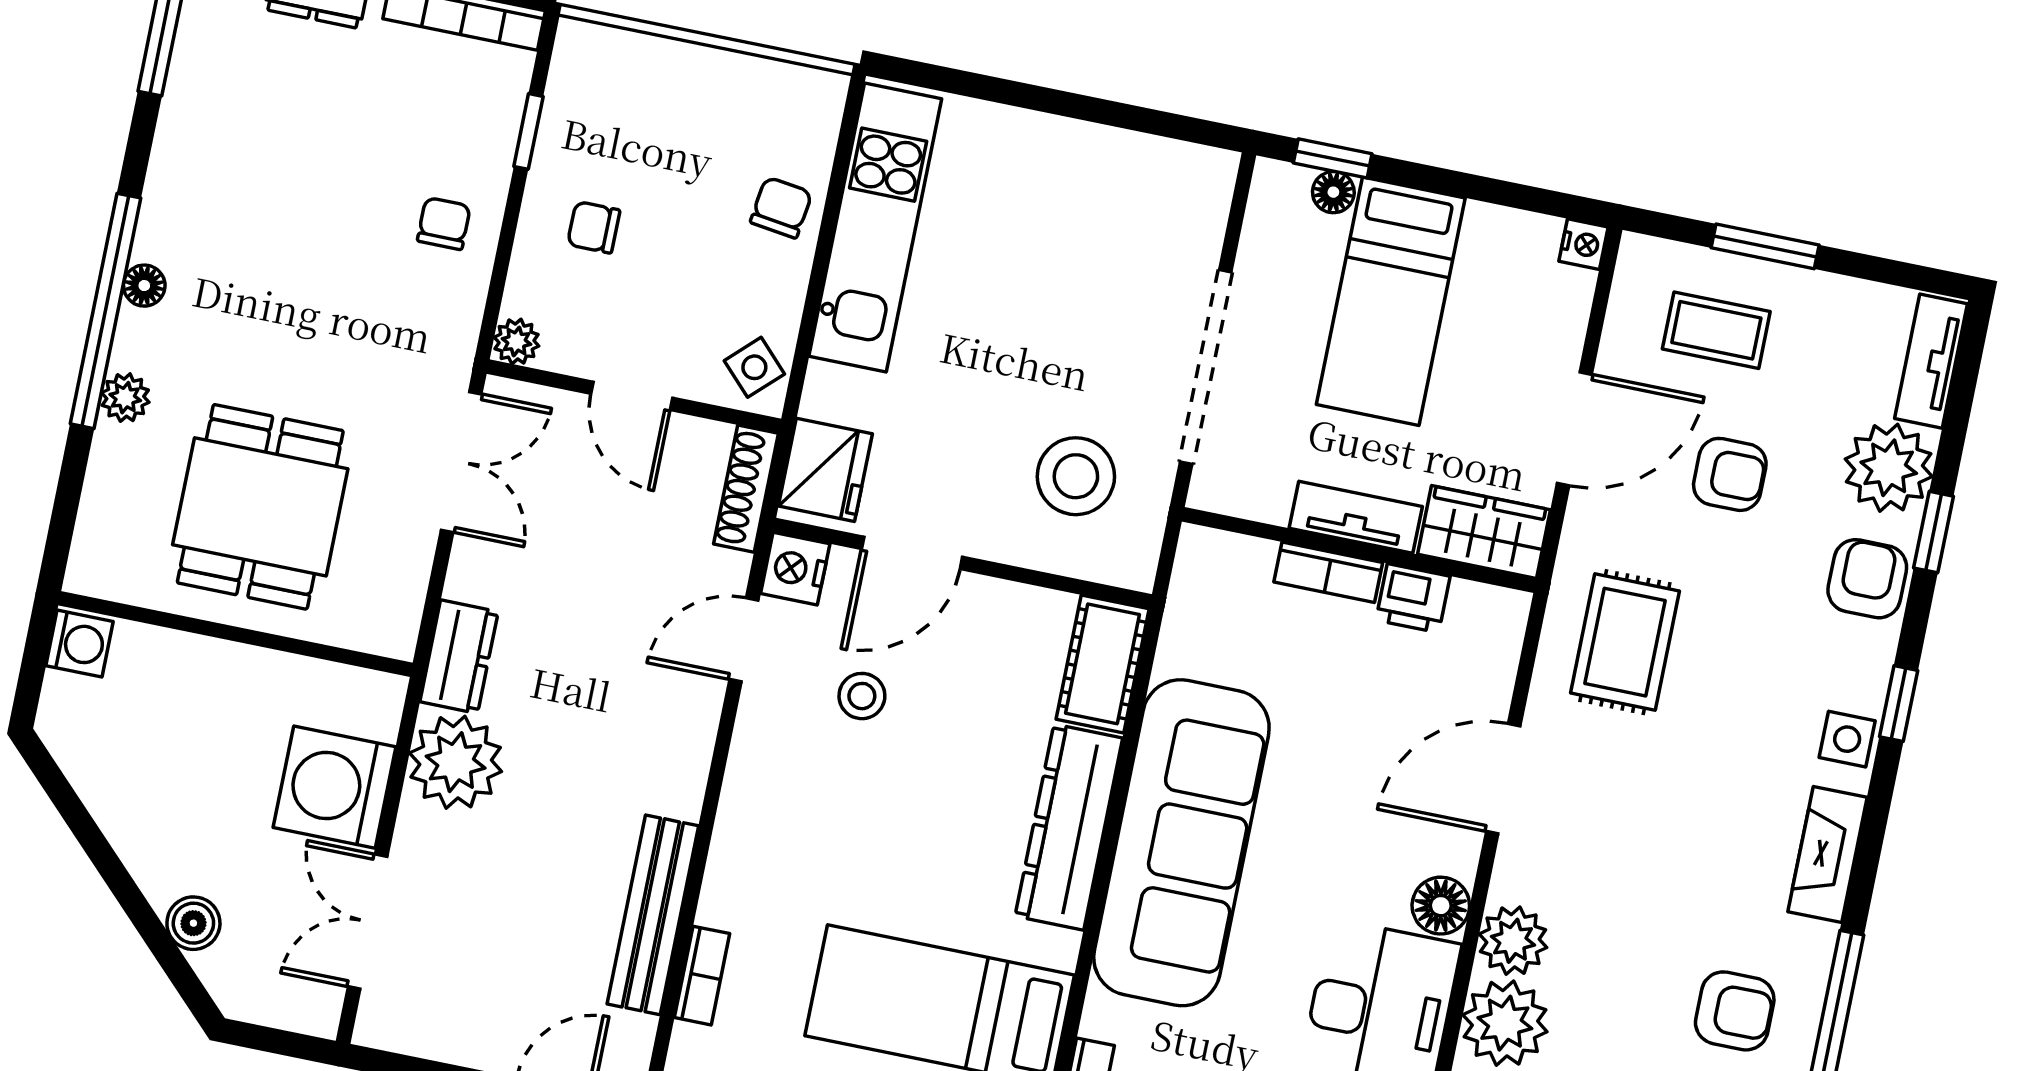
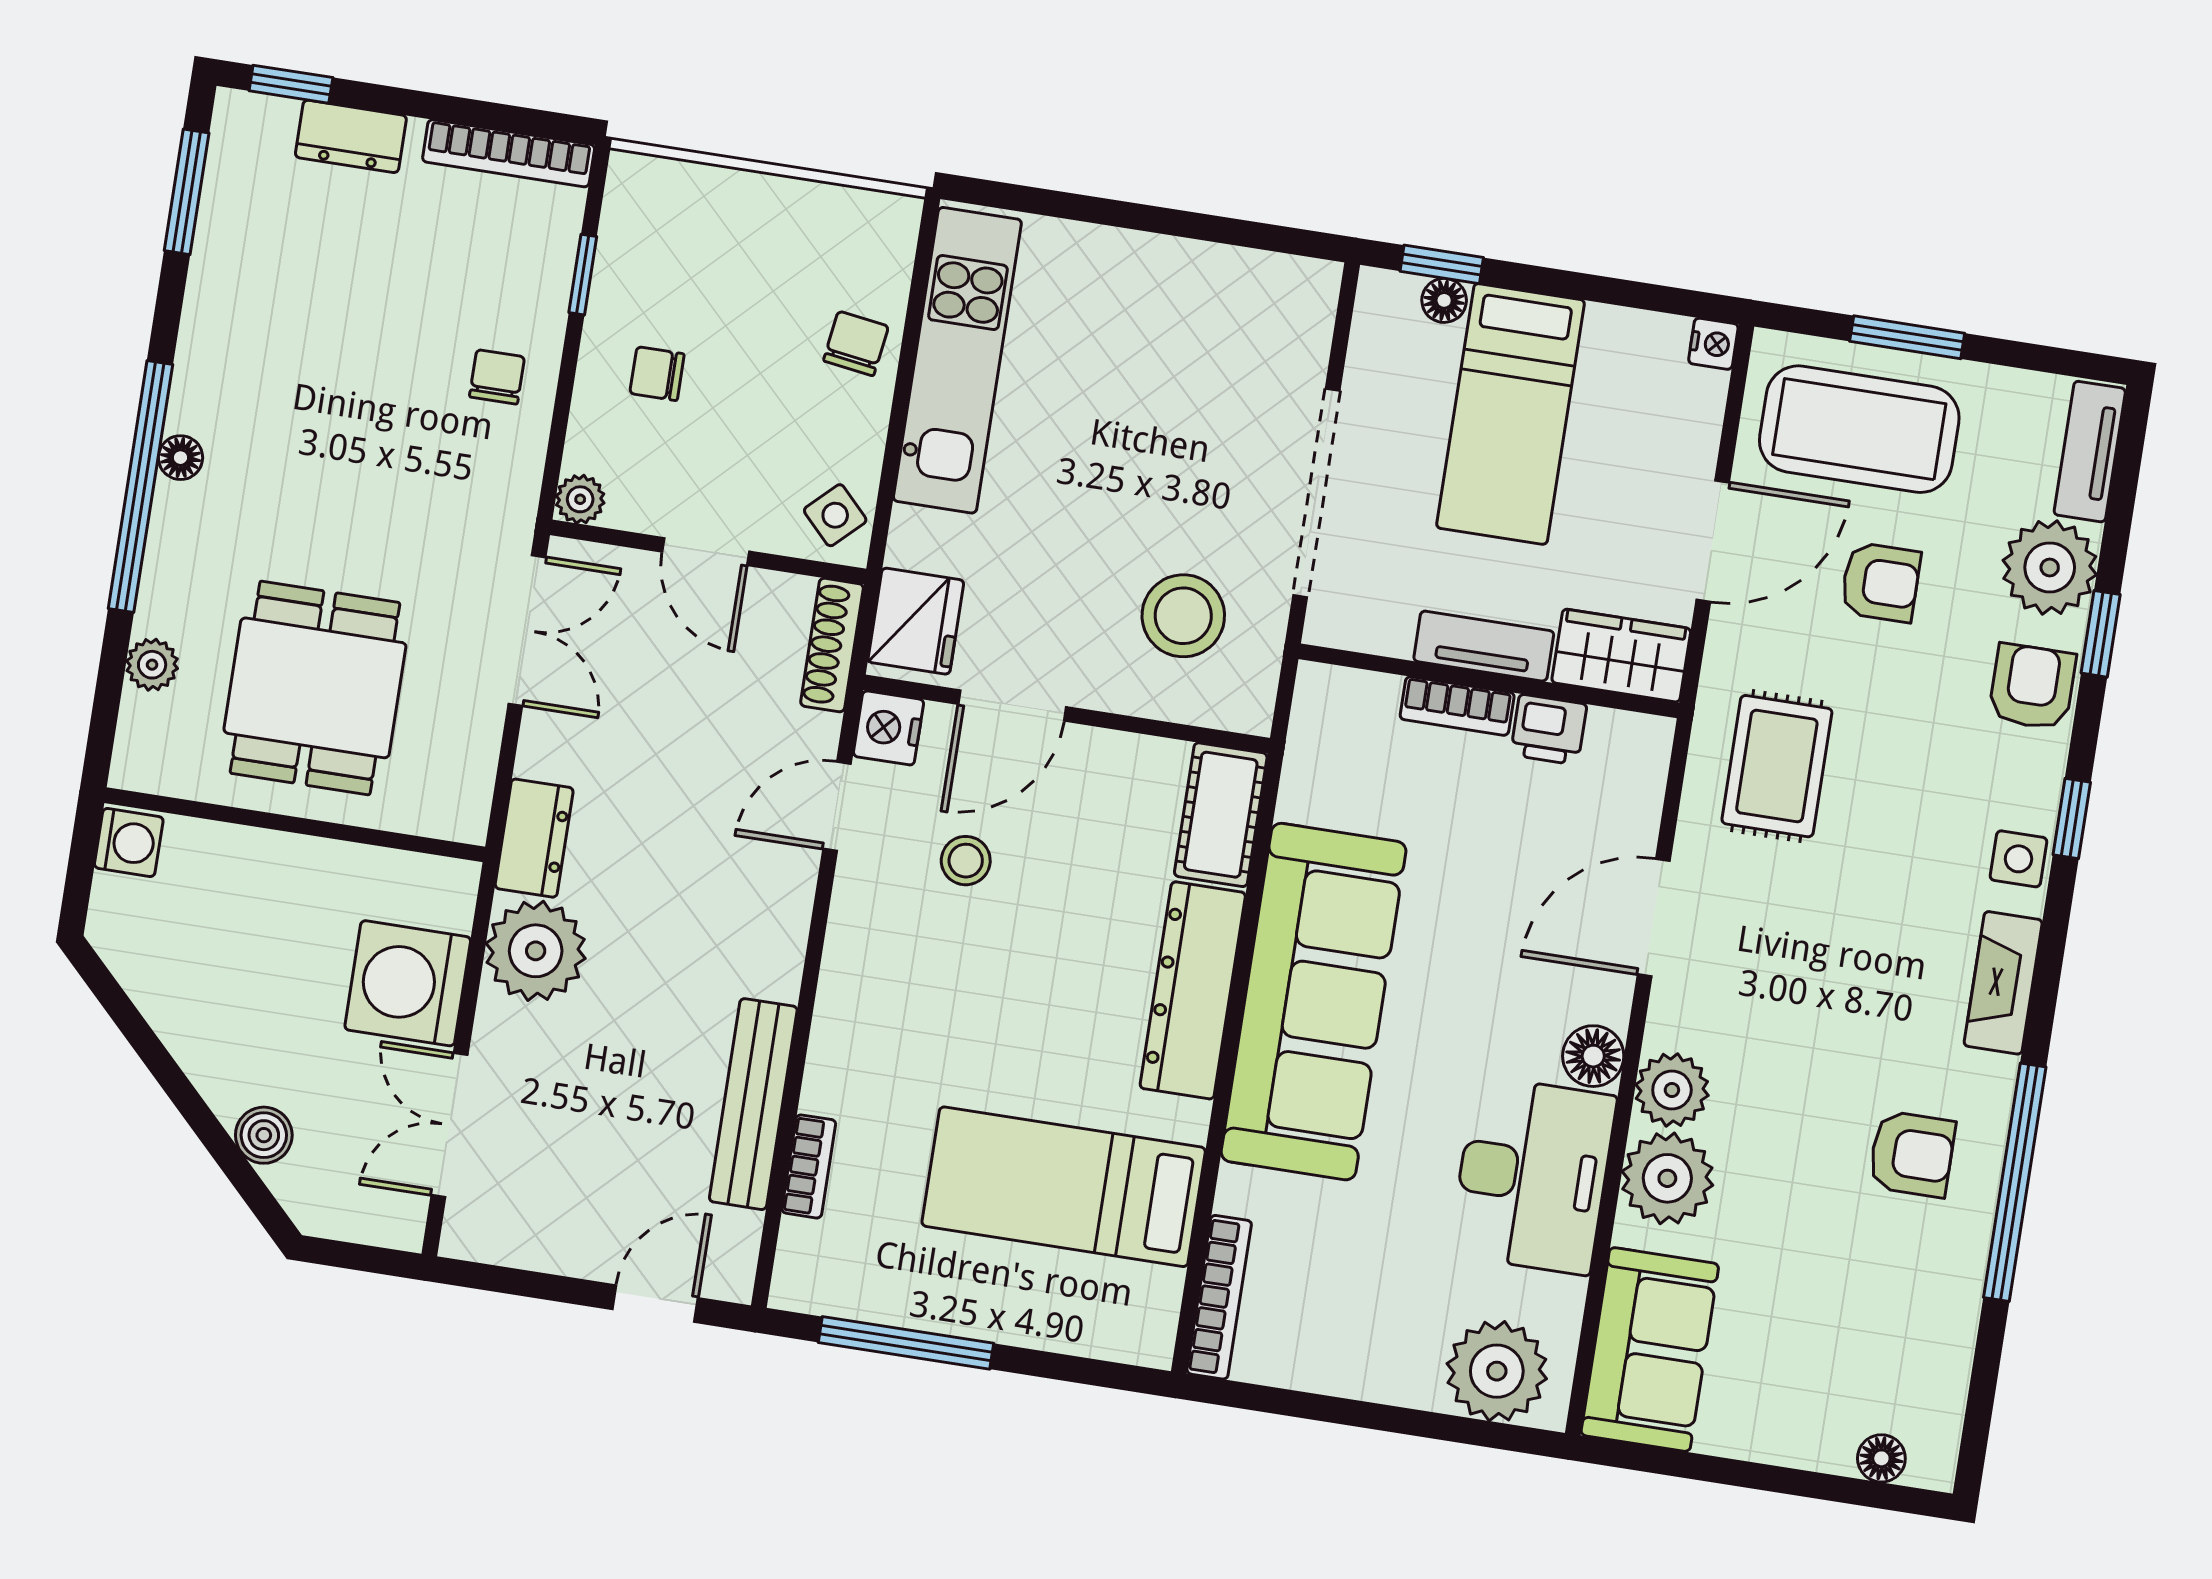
coffee table: (1716, 330) -> (1859, 429), width x1.86, depth x1.72
plant: (125, 398) -> (152, 665), moved

